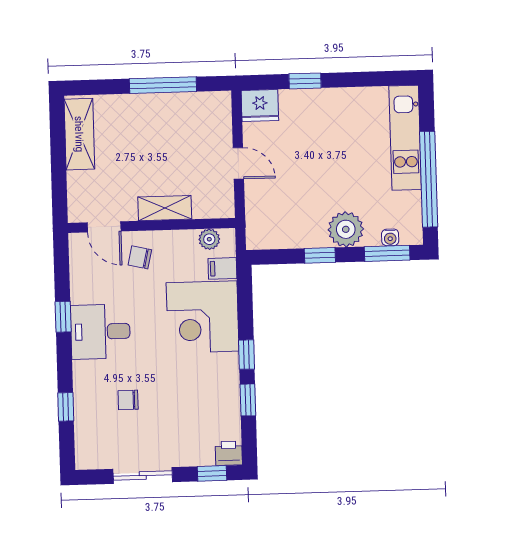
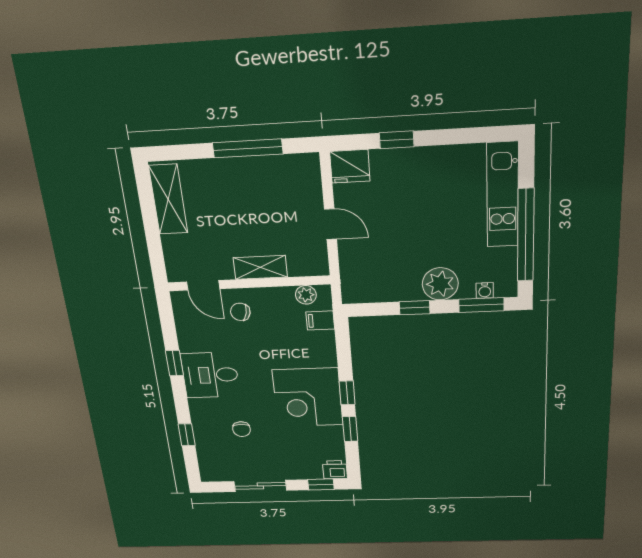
corner desk: (203, 317) -> (308, 397), moved
chair: (128, 400) -> (242, 429), turned -90

